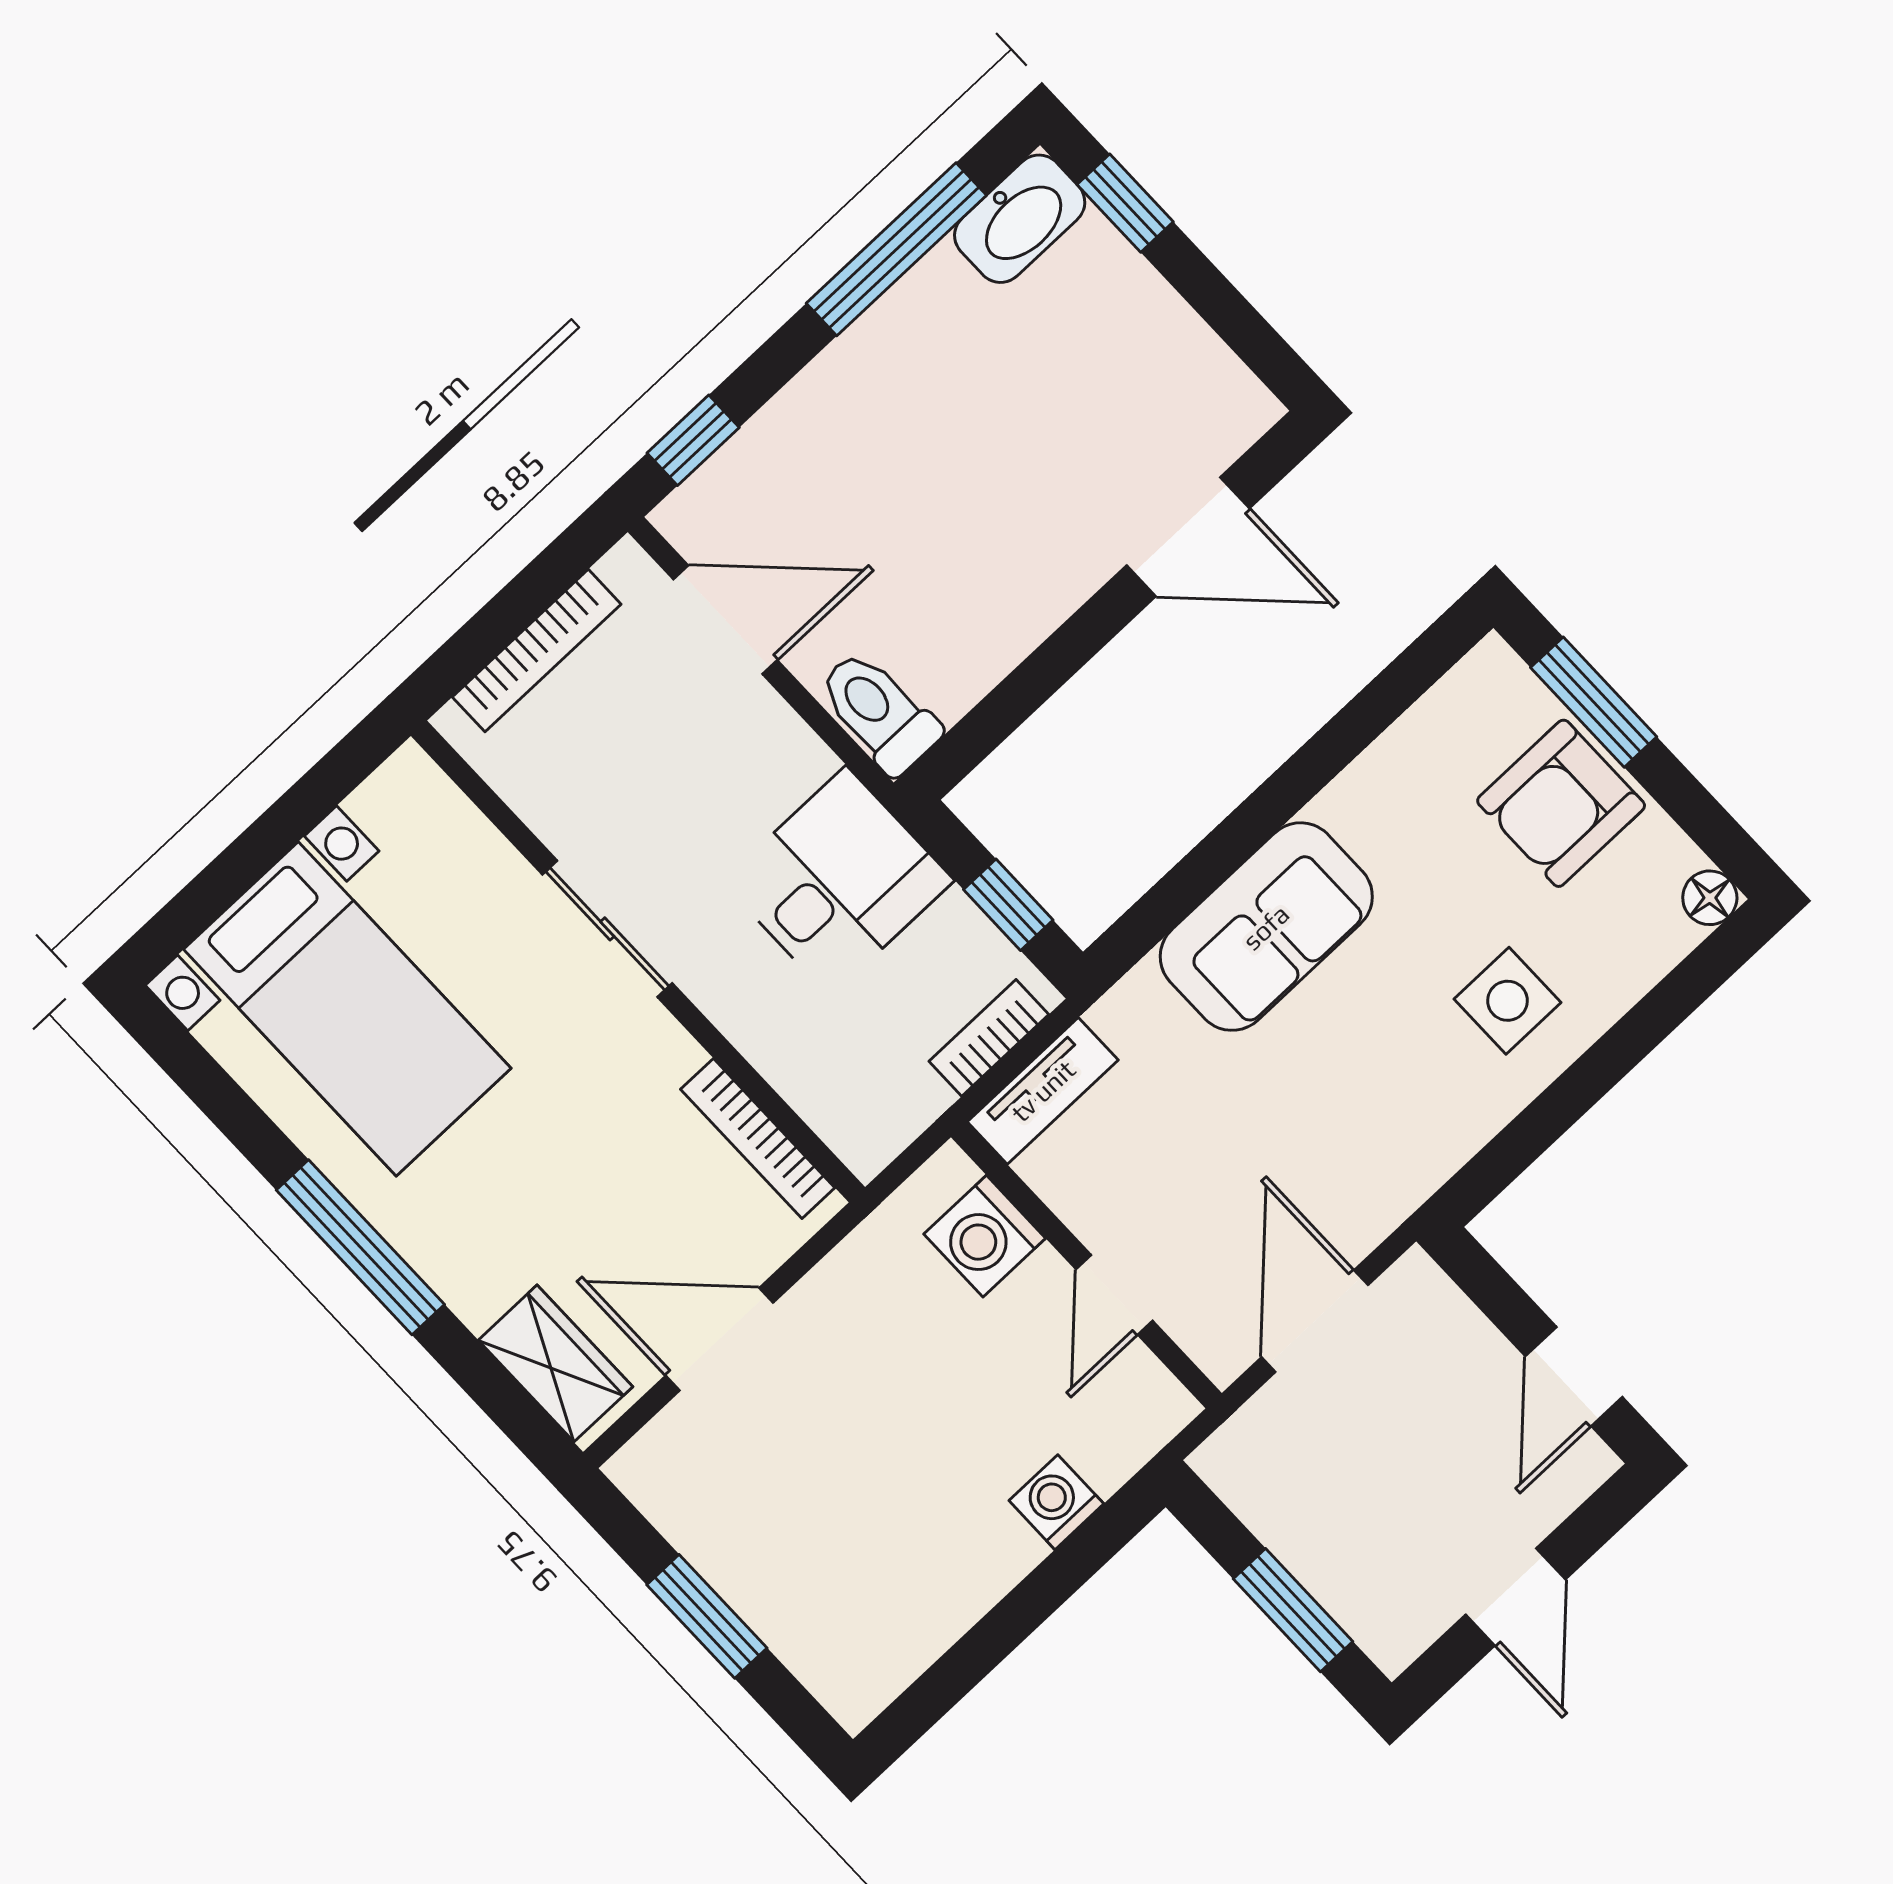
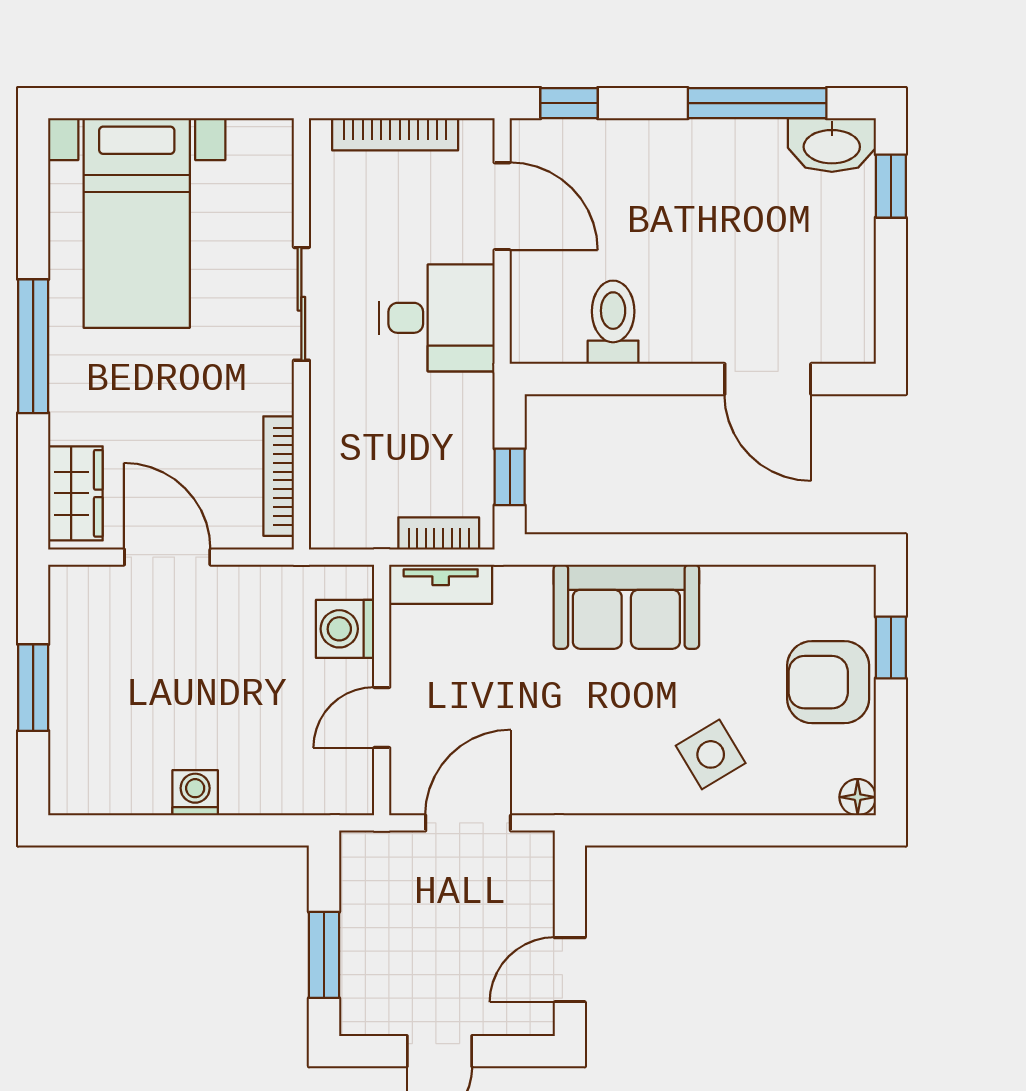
window: (1594, 702) -> (891, 647), width x0.67
toilet: (879, 712) -> (613, 322), moved
desk: (838, 881) -> (437, 318), moved
side table: (1508, 1001) -> (711, 754), turned -31
washing machine: (1056, 1502) -> (195, 793), moved

